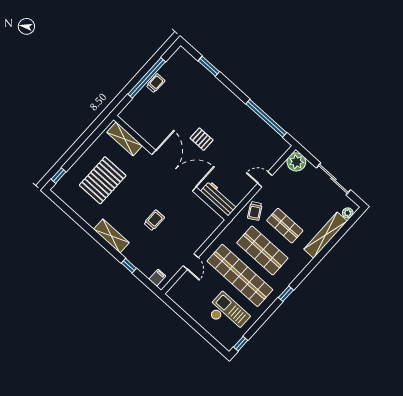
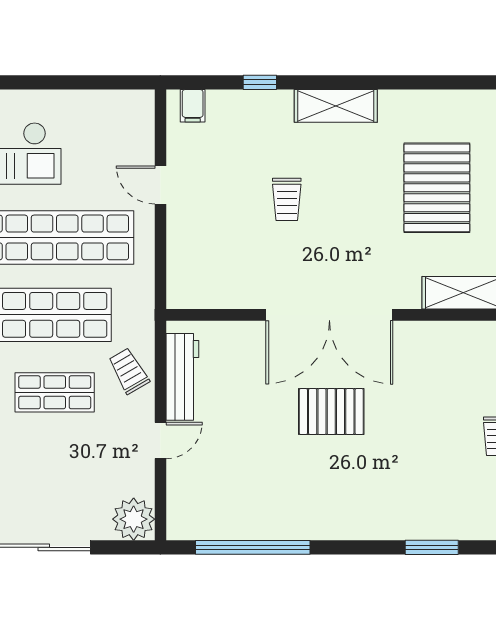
pallet: (202, 139) -> (331, 412), width x1.50, depth x1.42
workbench: (219, 198) -> (182, 377), moved, turned -90

